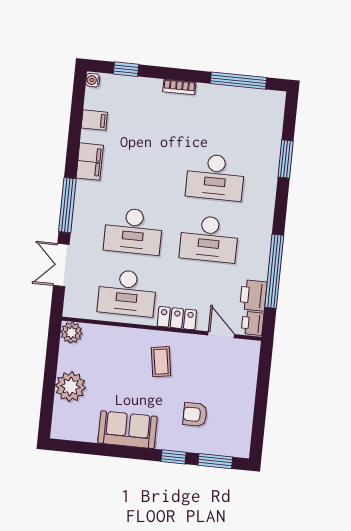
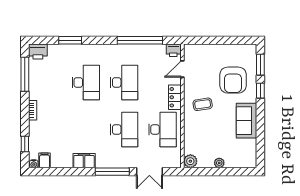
filing cabinet: (94, 120) -> (45, 160), moved
printer: (253, 295) -> (38, 52), moved
plant: (70, 387) -> (219, 163), width x0.53, depth x0.53
armchair: (195, 415) -> (233, 80), width x1.88, depth x1.88

